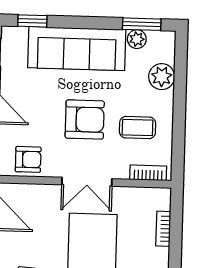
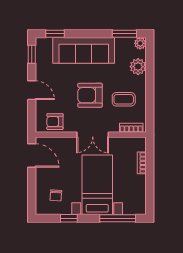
plant: (137, 39) -> (140, 43), moved
armchair: (85, 120) -> (90, 95), turned 180
armchair: (28, 159) -> (55, 122), turned 180

